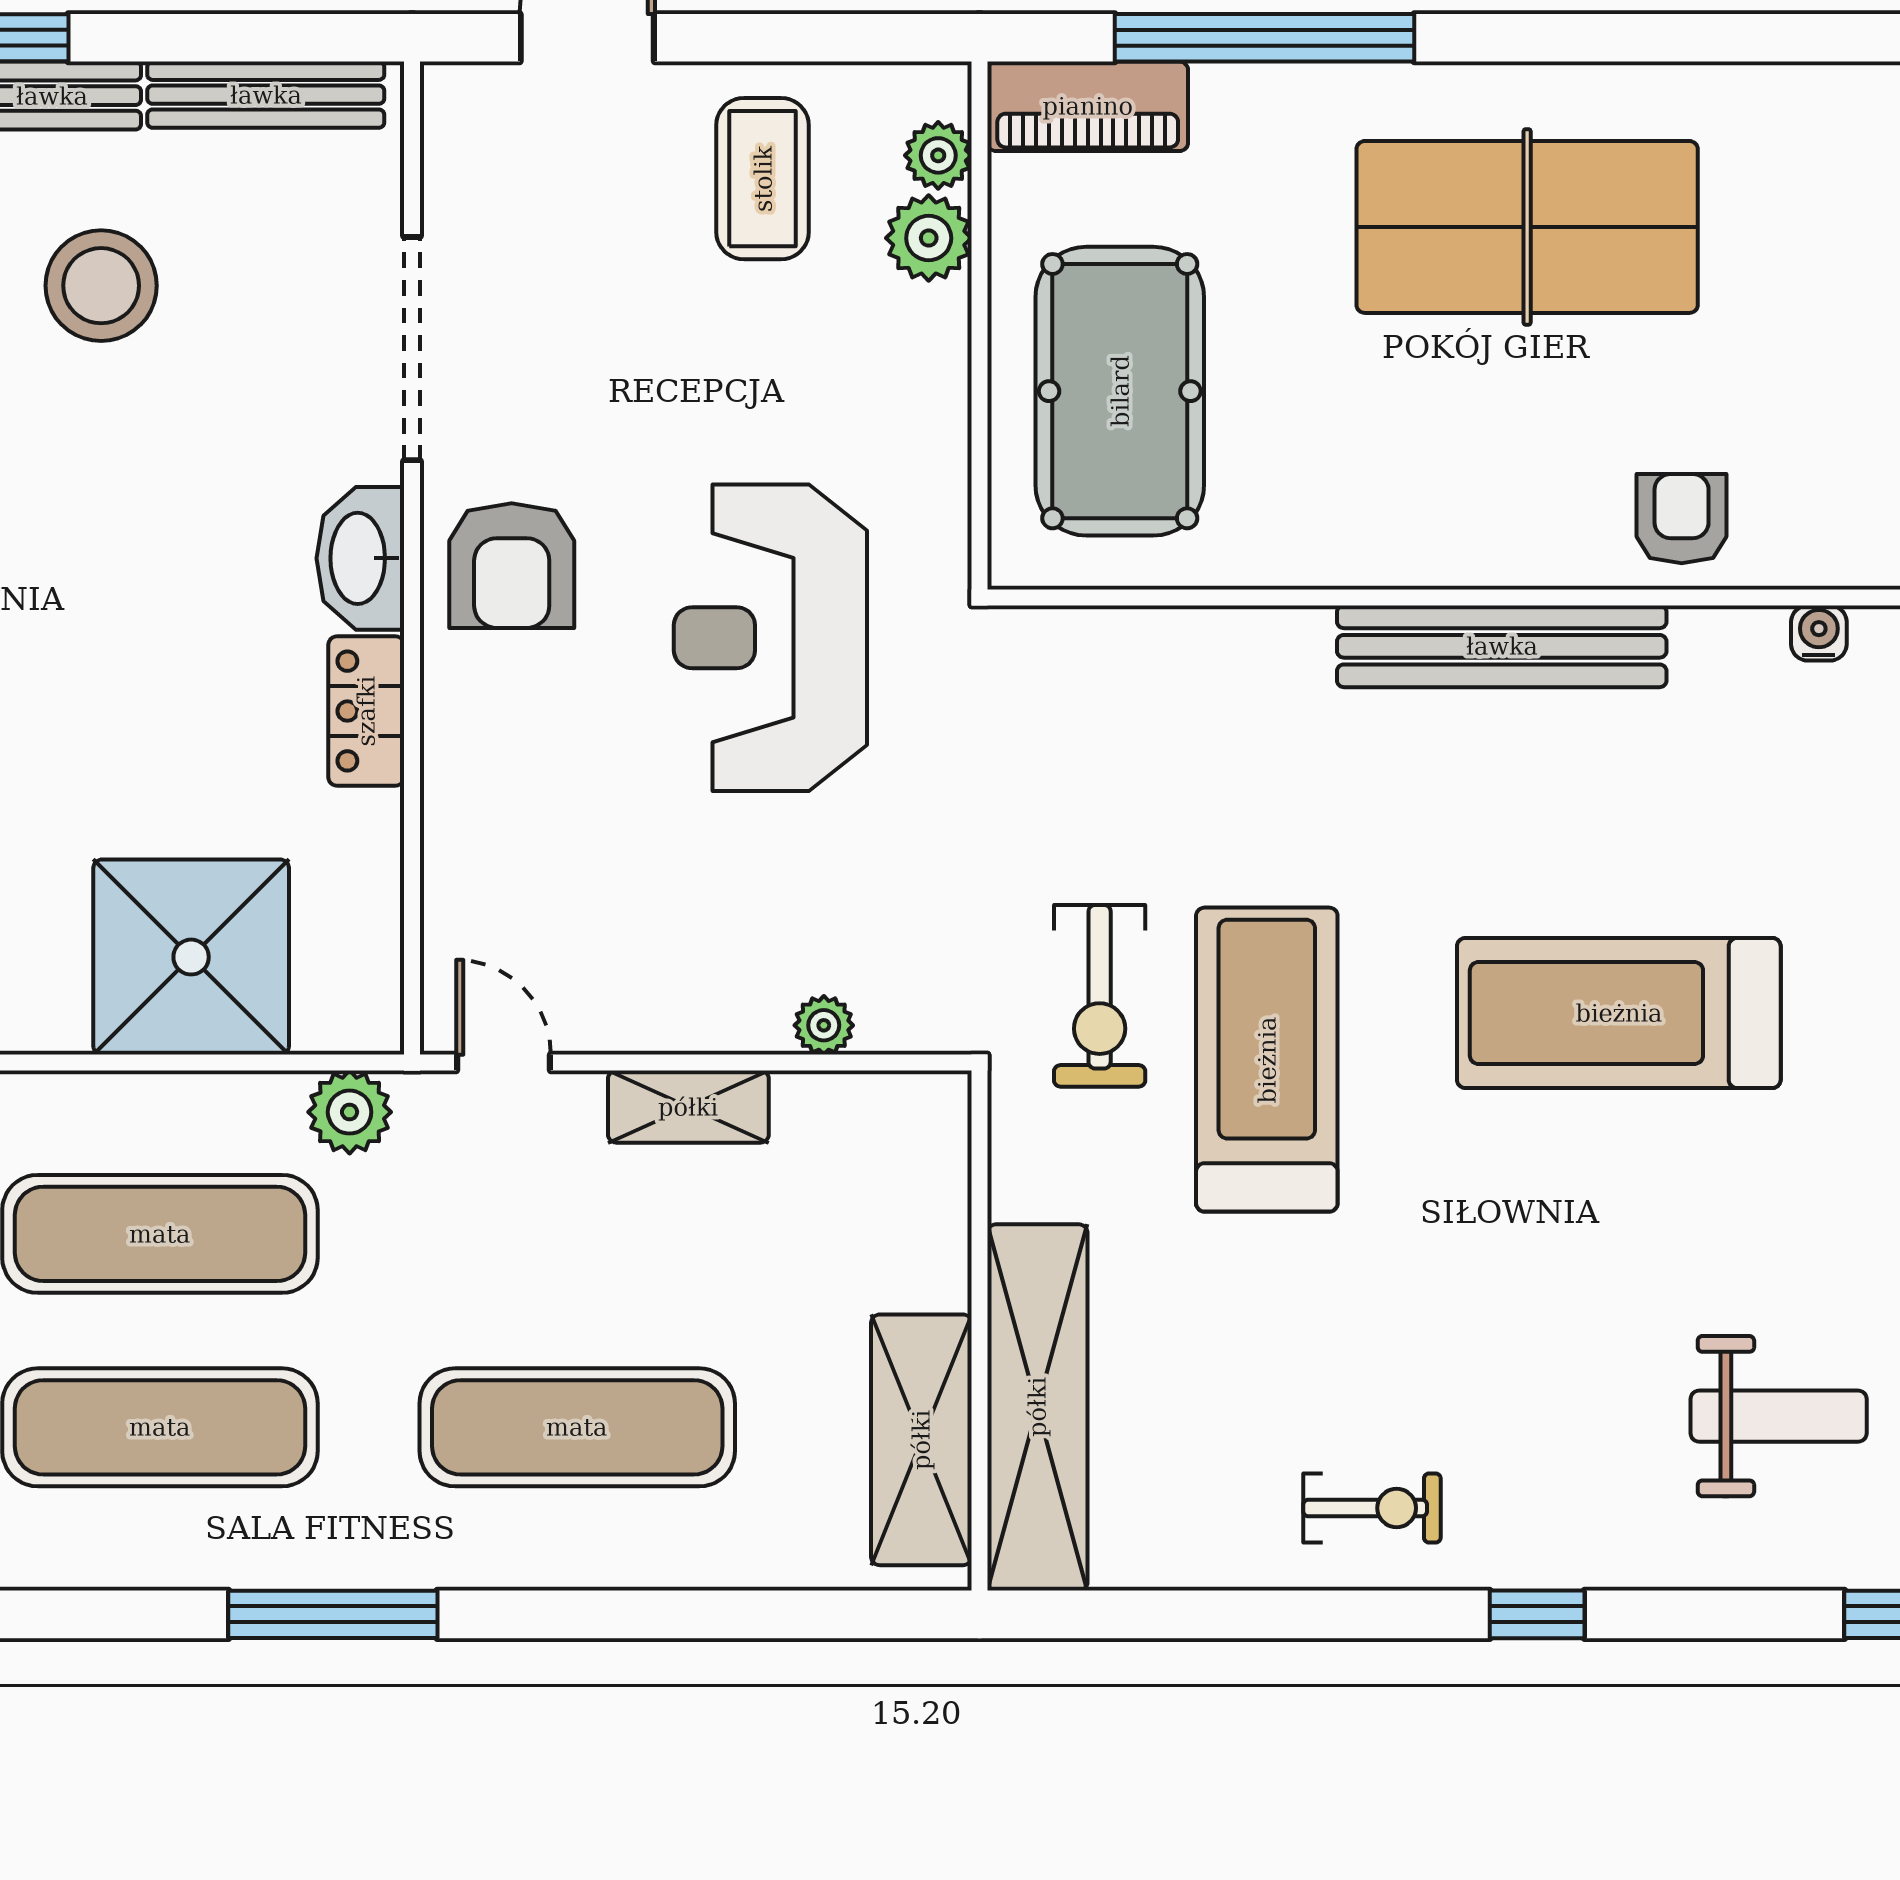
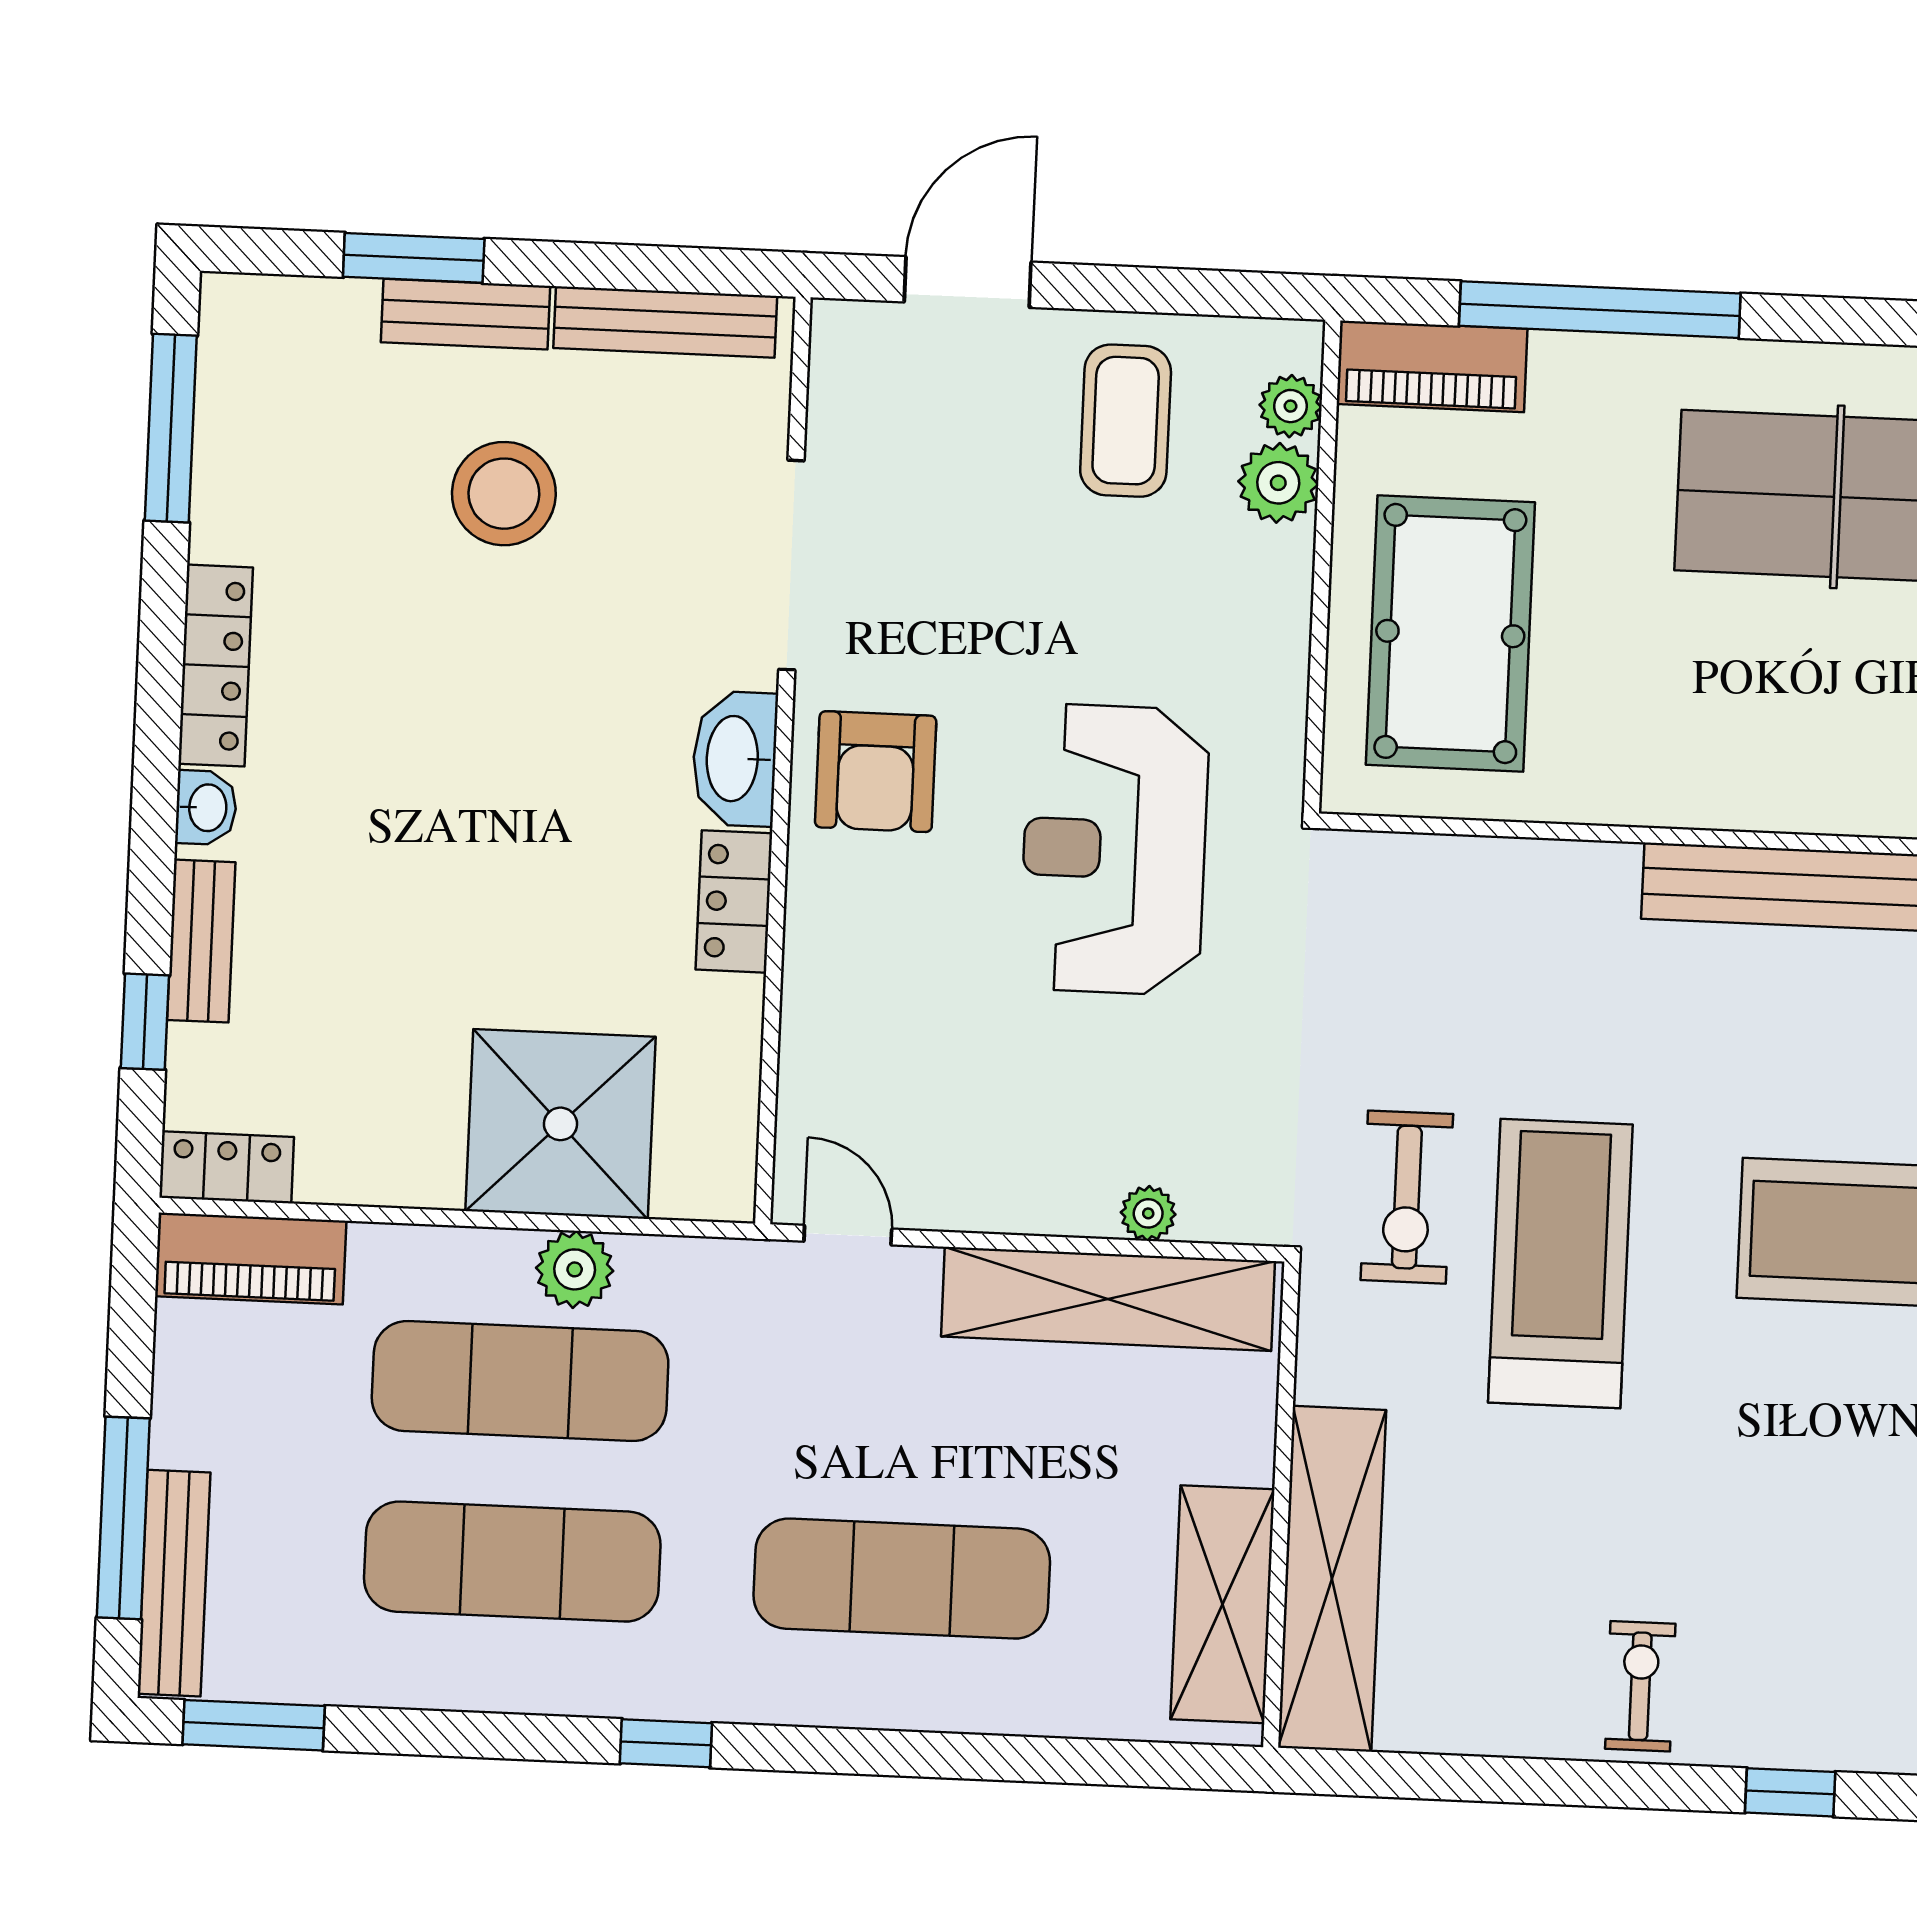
shelving: (688, 1107) -> (1108, 1299), width x2.20, depth x1.33
plant: (350, 1112) -> (575, 1269), moved
exercise bike: (1372, 1508) -> (1640, 1686), turned -90
window: (333, 1614) -> (666, 1743), width x0.46

